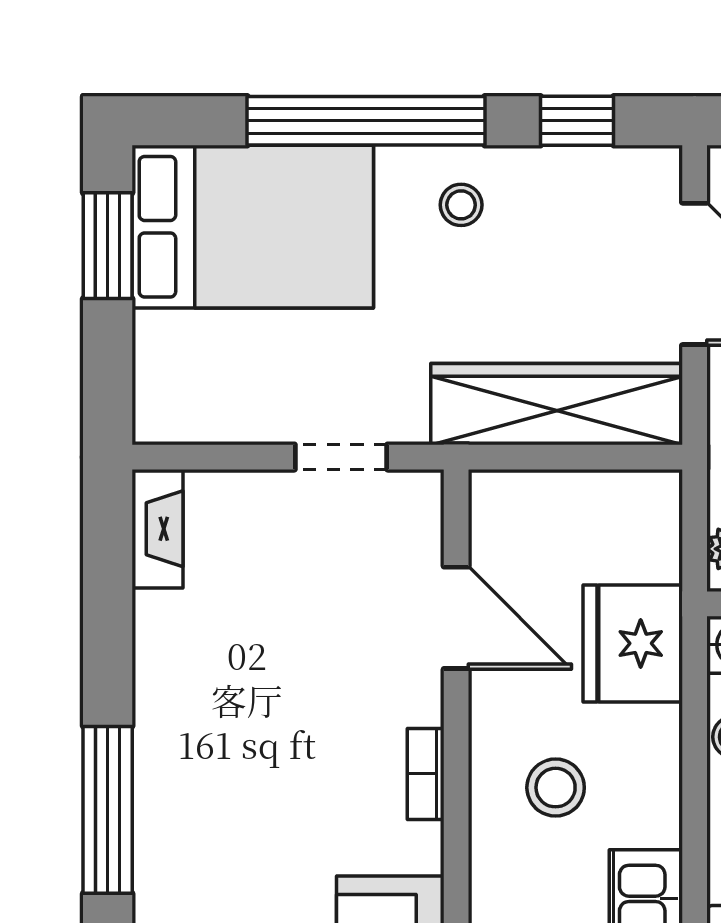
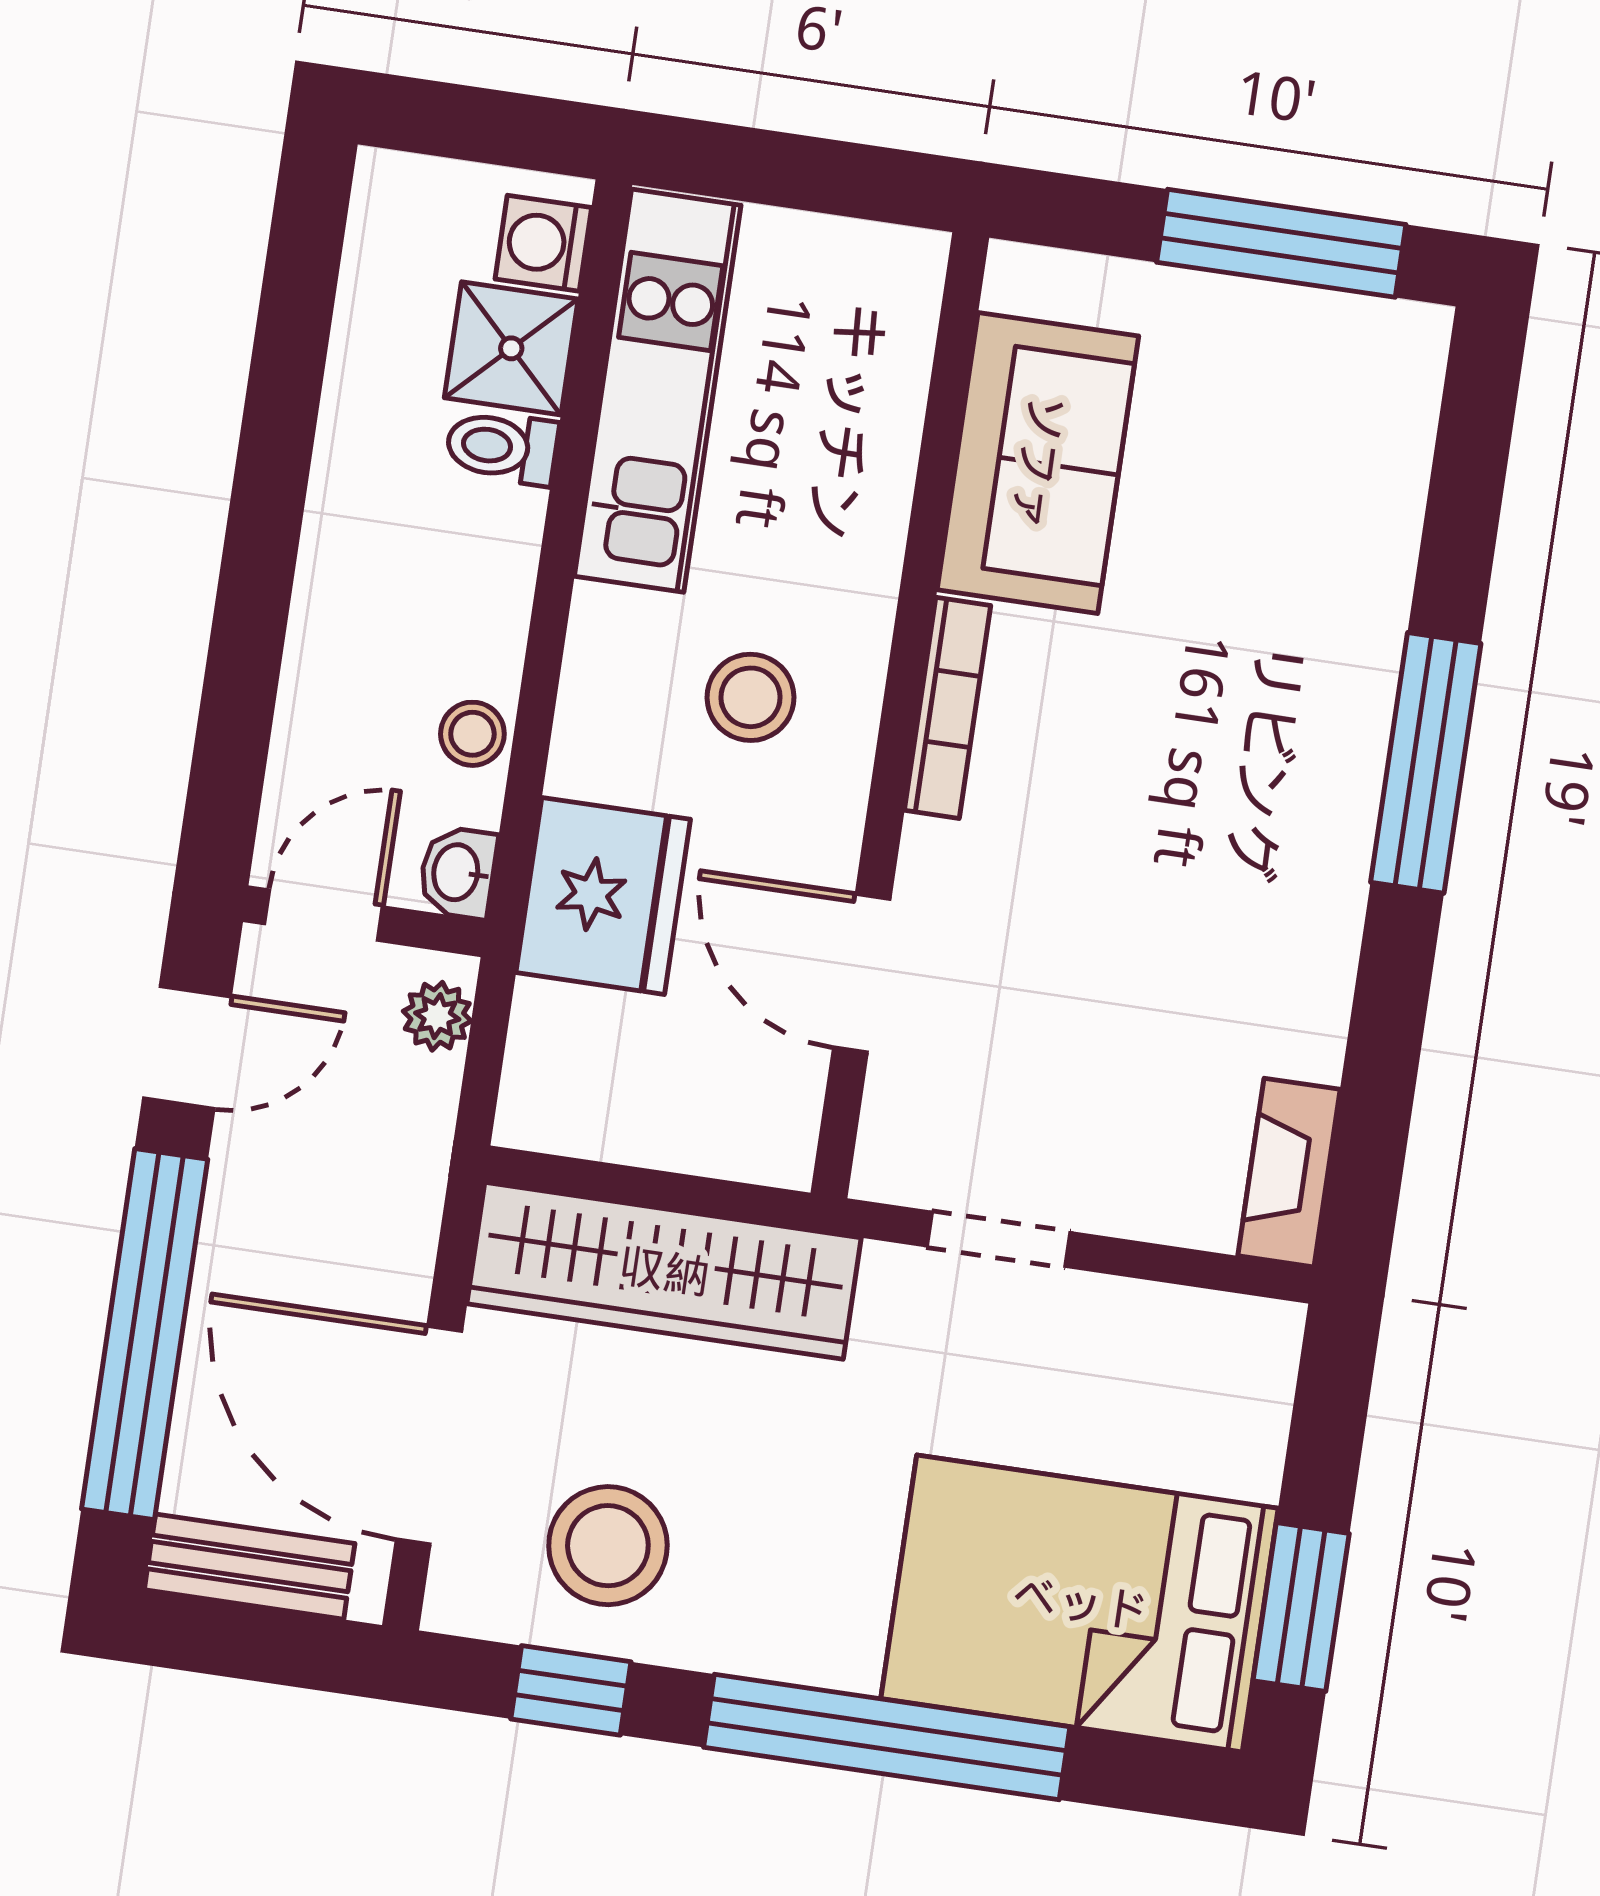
stool: (461, 205) -> (608, 1546), moved, width x1.89, depth x1.89
bookcase: (426, 774) -> (948, 708), width x1.56

